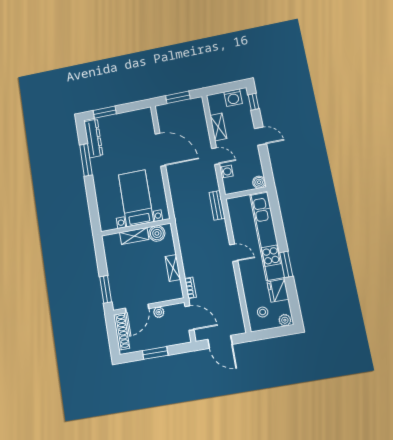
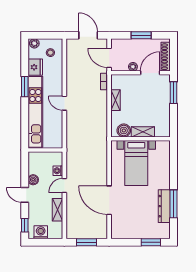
dresser: (93, 138) -> (164, 206), moved
door: (216, 156) -> (64, 186), hinge flipped
boiler: (259, 182) -> (33, 180), moved
bench: (217, 205) -> (71, 144), removed

